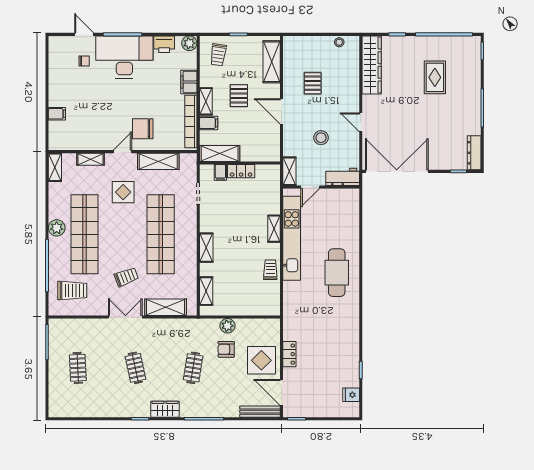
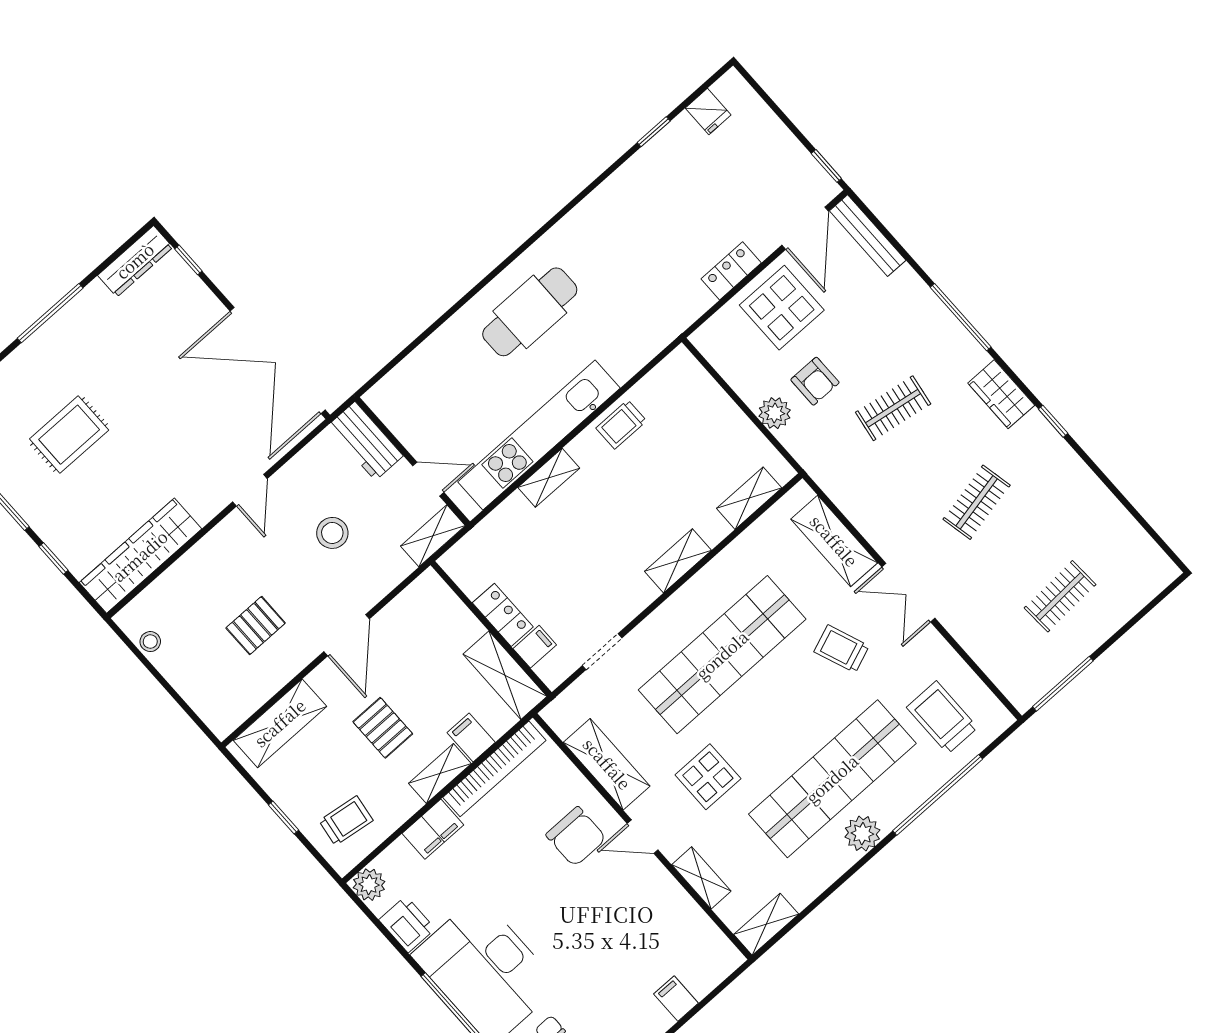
pallet: (239, 96) -> (383, 728), turned 90

